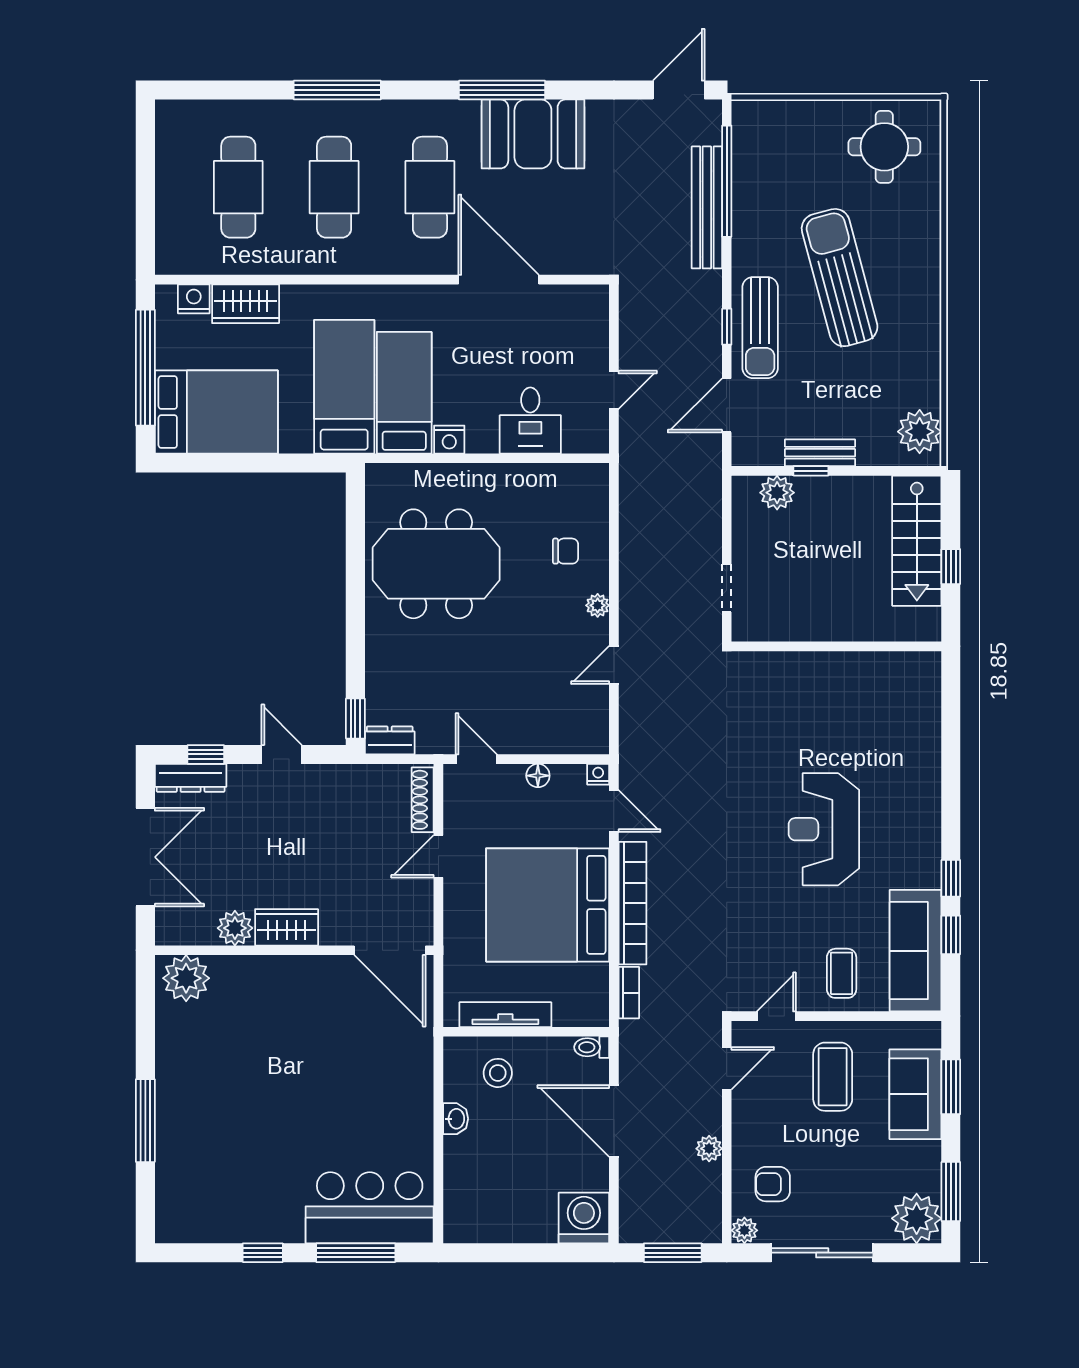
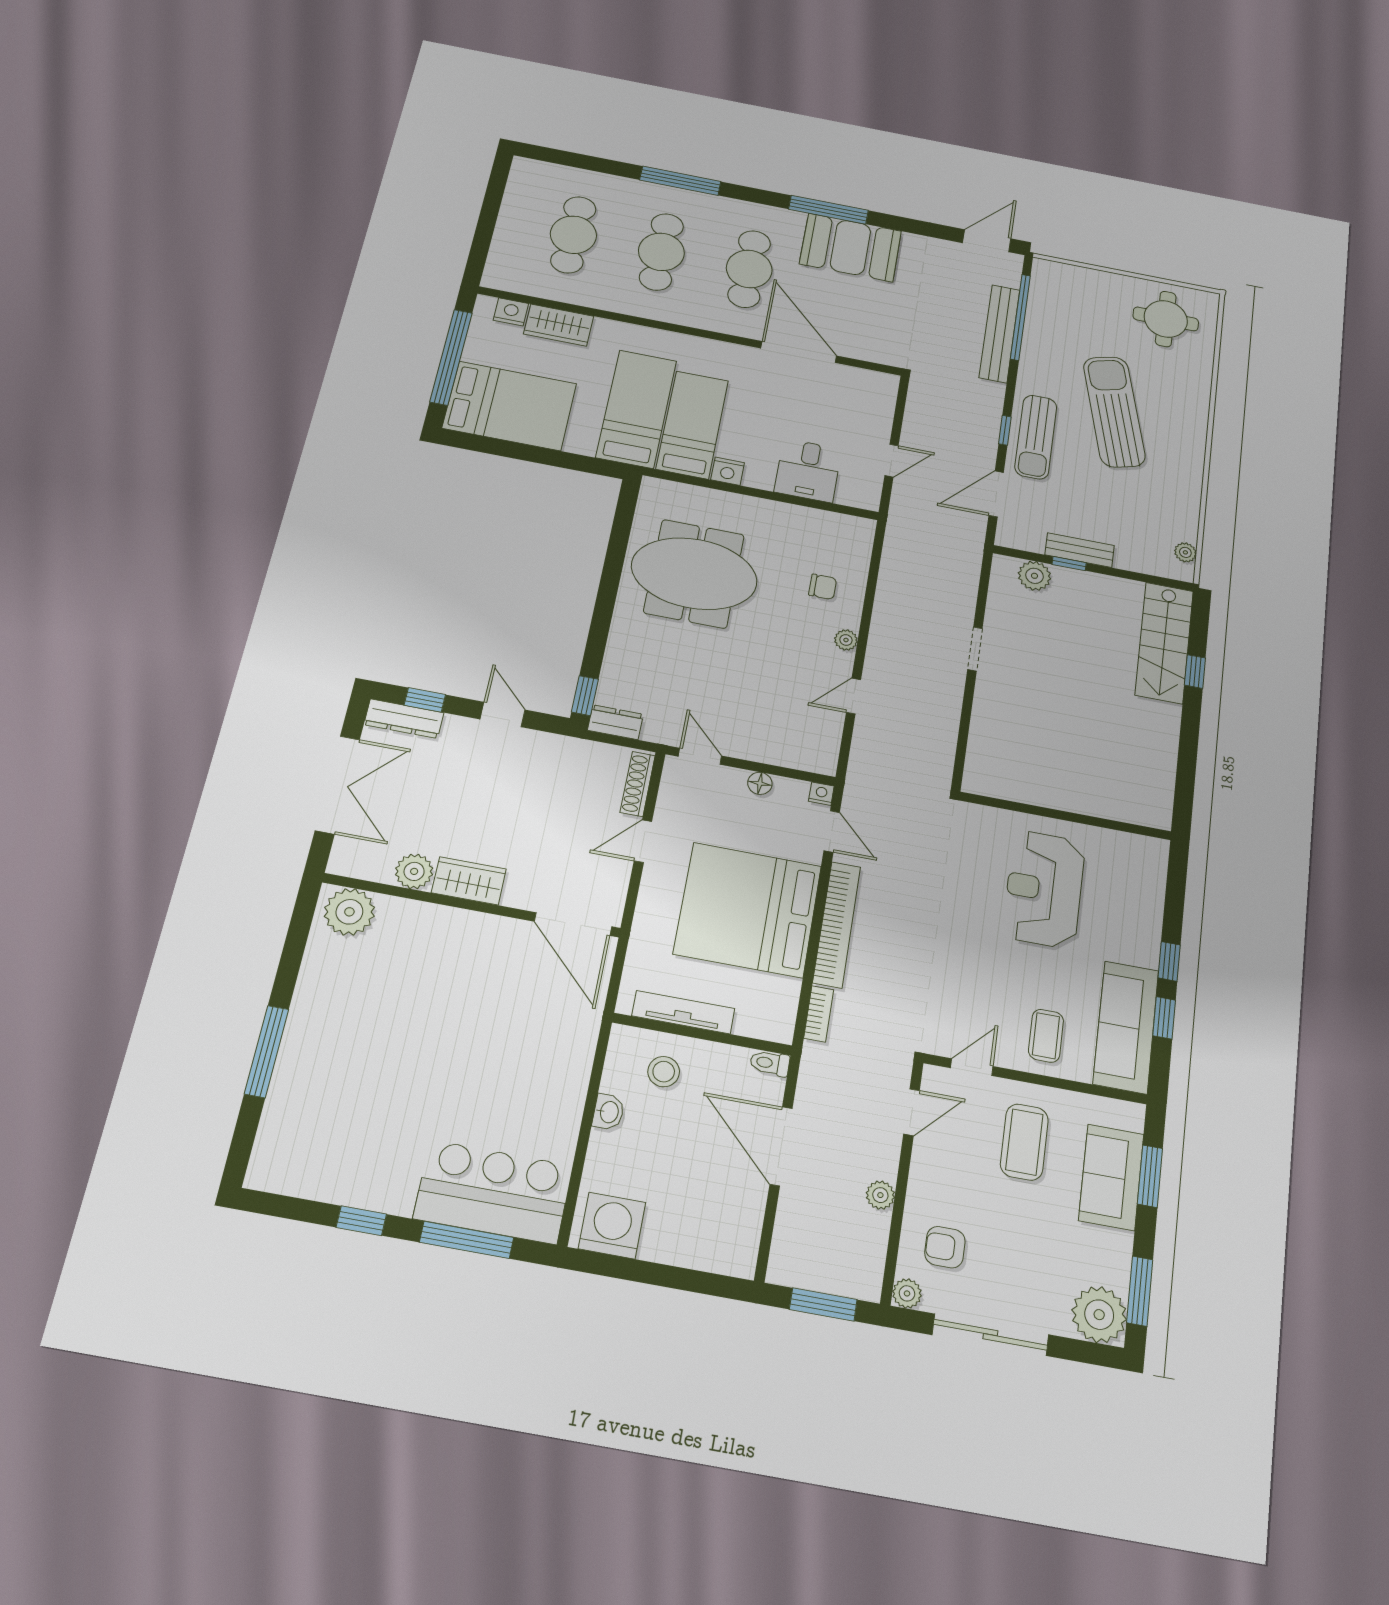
plant: (920, 432) -> (1185, 552), width x0.53, depth x0.53
wall: (836, 646) -> (1065, 816), moved
washing machine: (584, 1218) -> (612, 1226), moved

